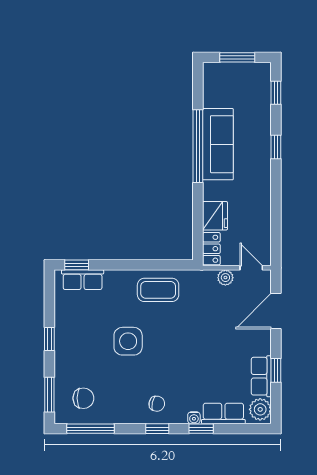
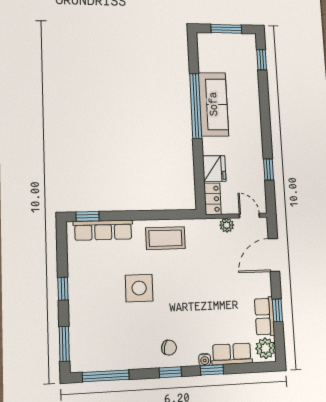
window: (276, 147) -> (269, 169), moved
row of seats: (83, 280) -> (103, 230), width x1.48
chair: (83, 398) -> (98, 346), removed

